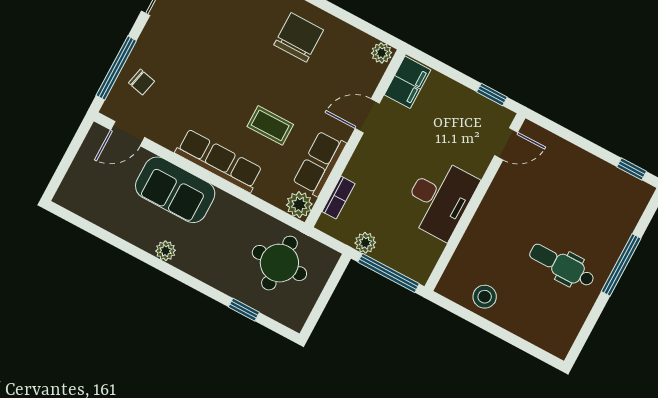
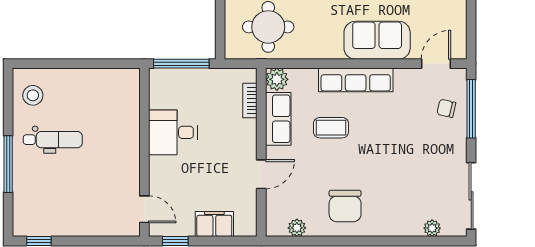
plant: (382, 53) -> (297, 228), moved
filing cabinet: (407, 82) -> (214, 224), moved, turned 90
door: (506, 144) -> (144, 209), swing flipped
desk: (439, 199) -> (173, 132), width x0.73
plant: (365, 243) -> (211, 77), removed
stool: (485, 297) -> (33, 95), moved

